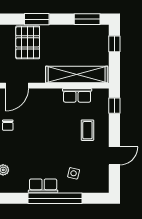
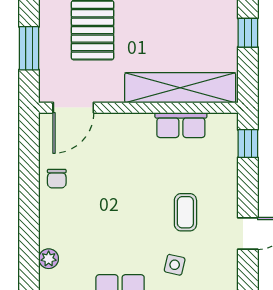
coffee table: (87, 130) -> (185, 212), moved

